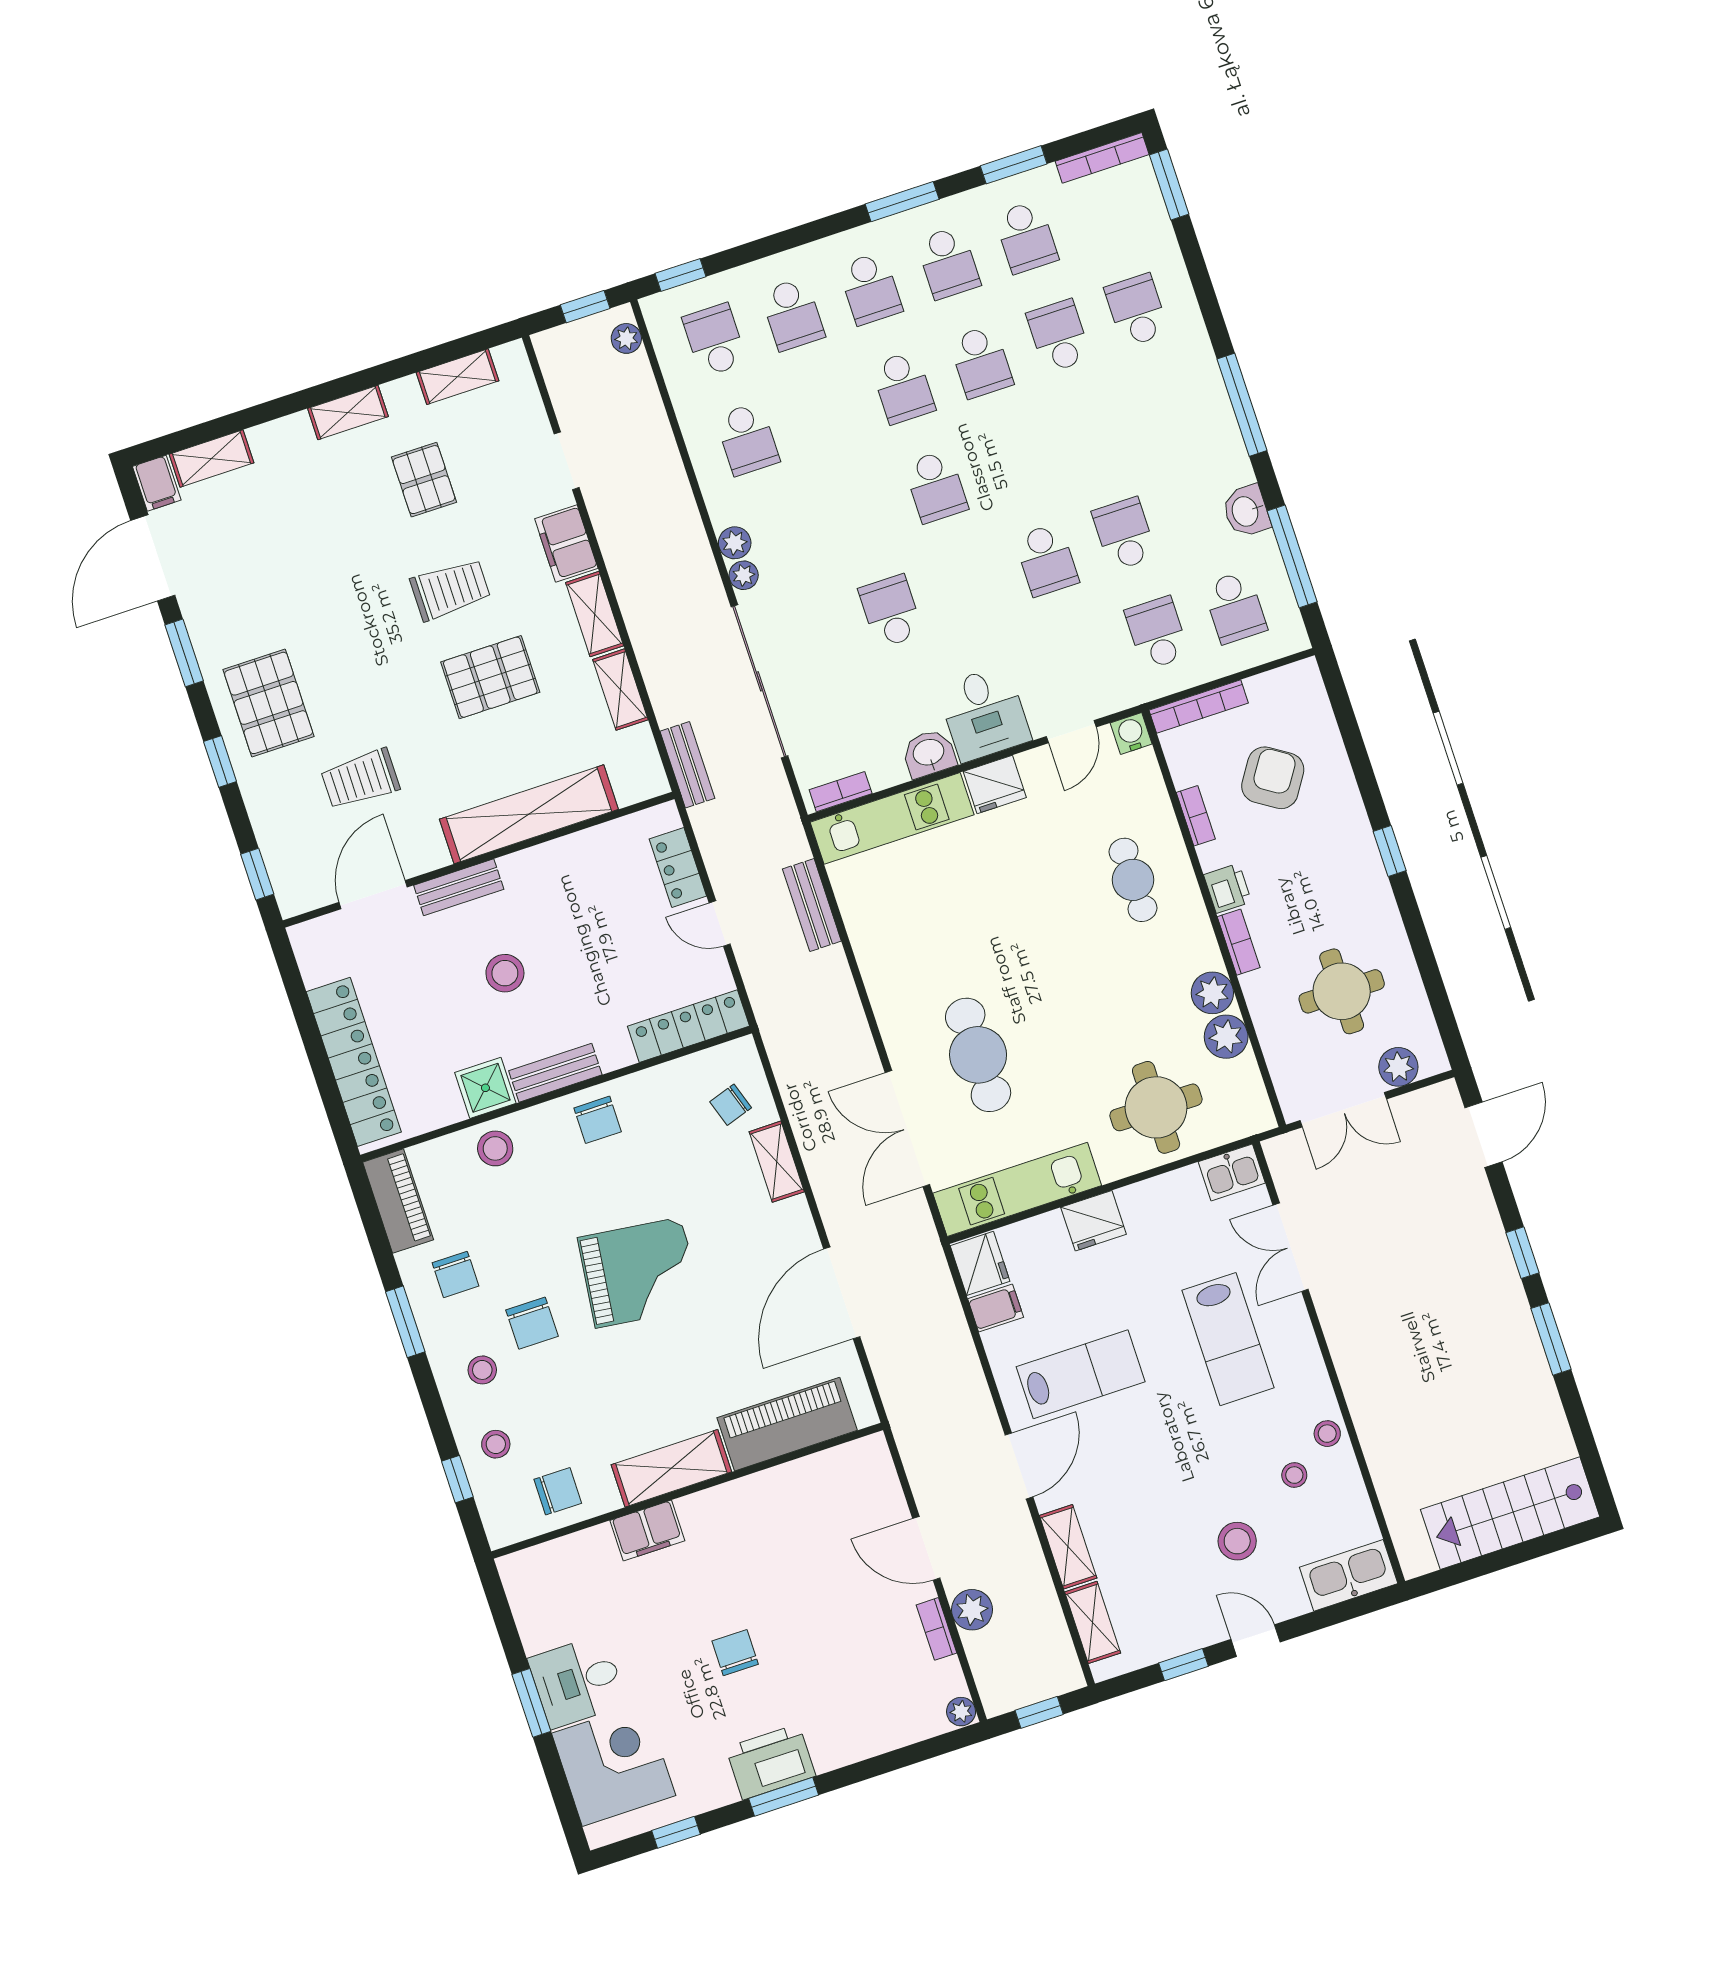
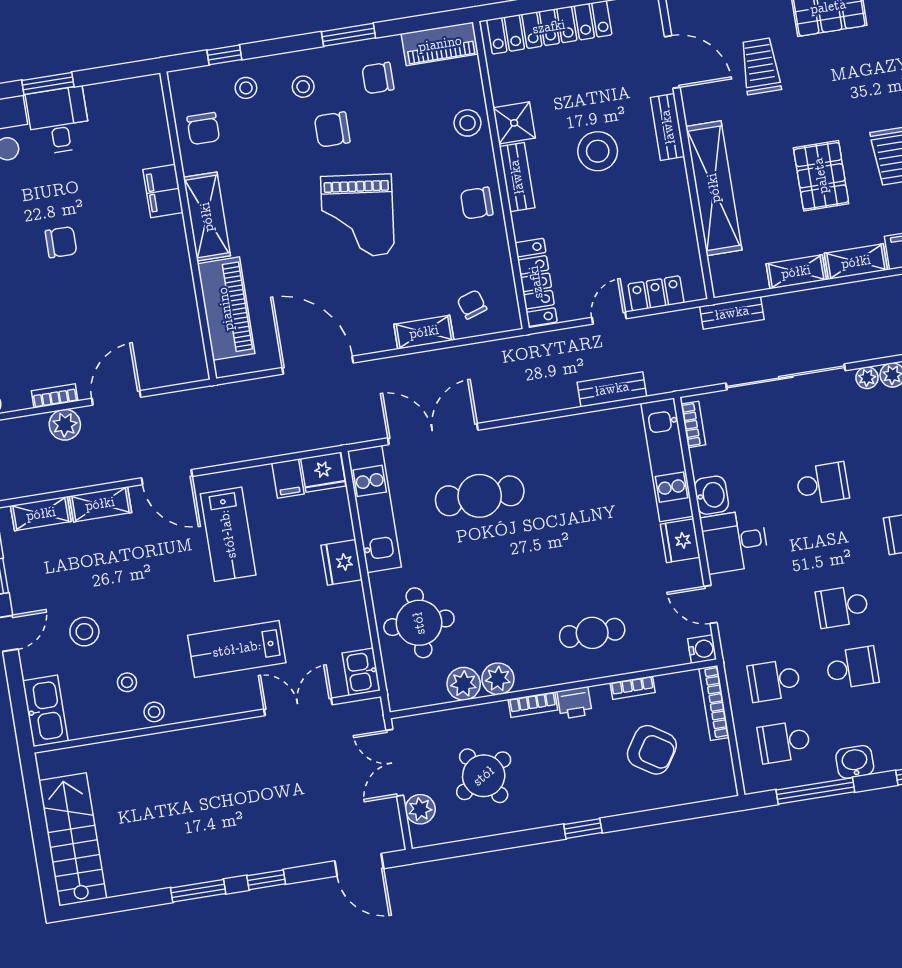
school desk: (1157, 633) -> (774, 681), turned 180
stool: (505, 973) -> (598, 151), width x1.38, depth x1.38
round table: (1342, 991) -> (484, 776), turned -31

